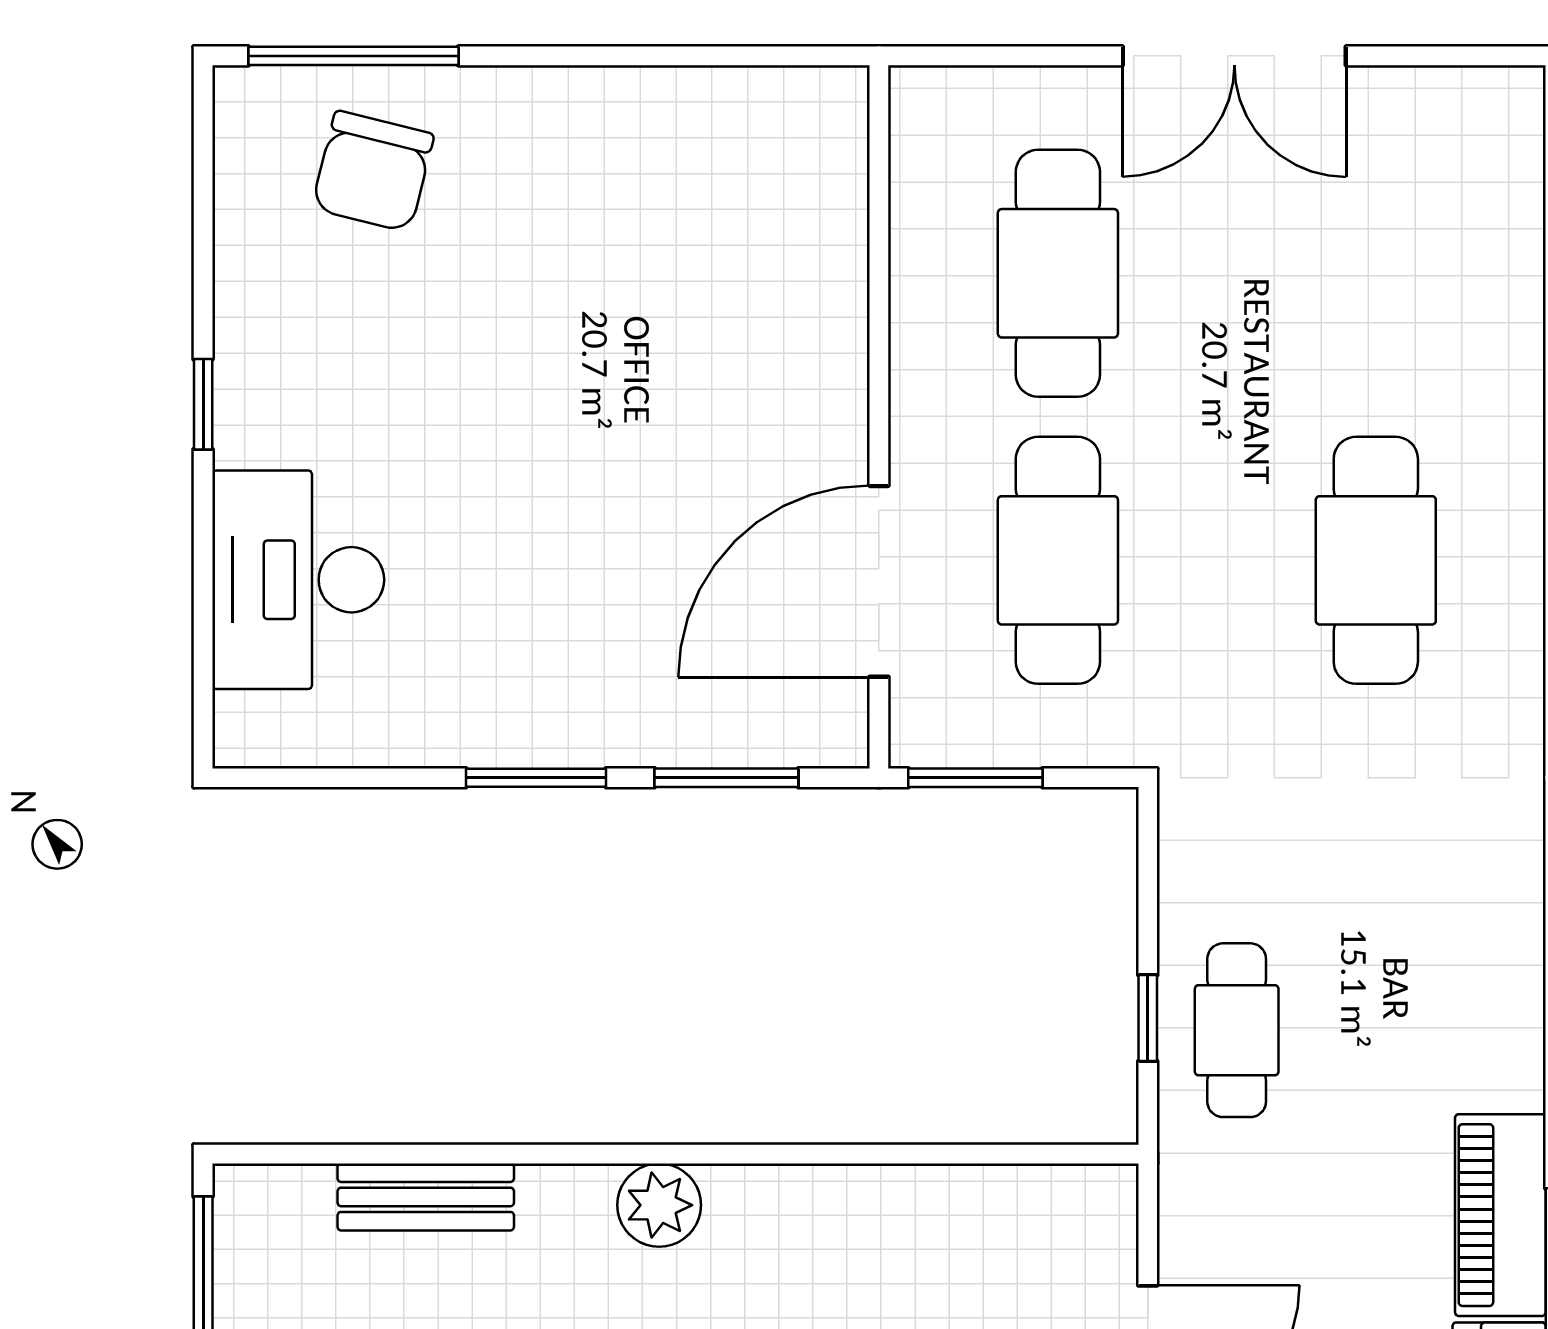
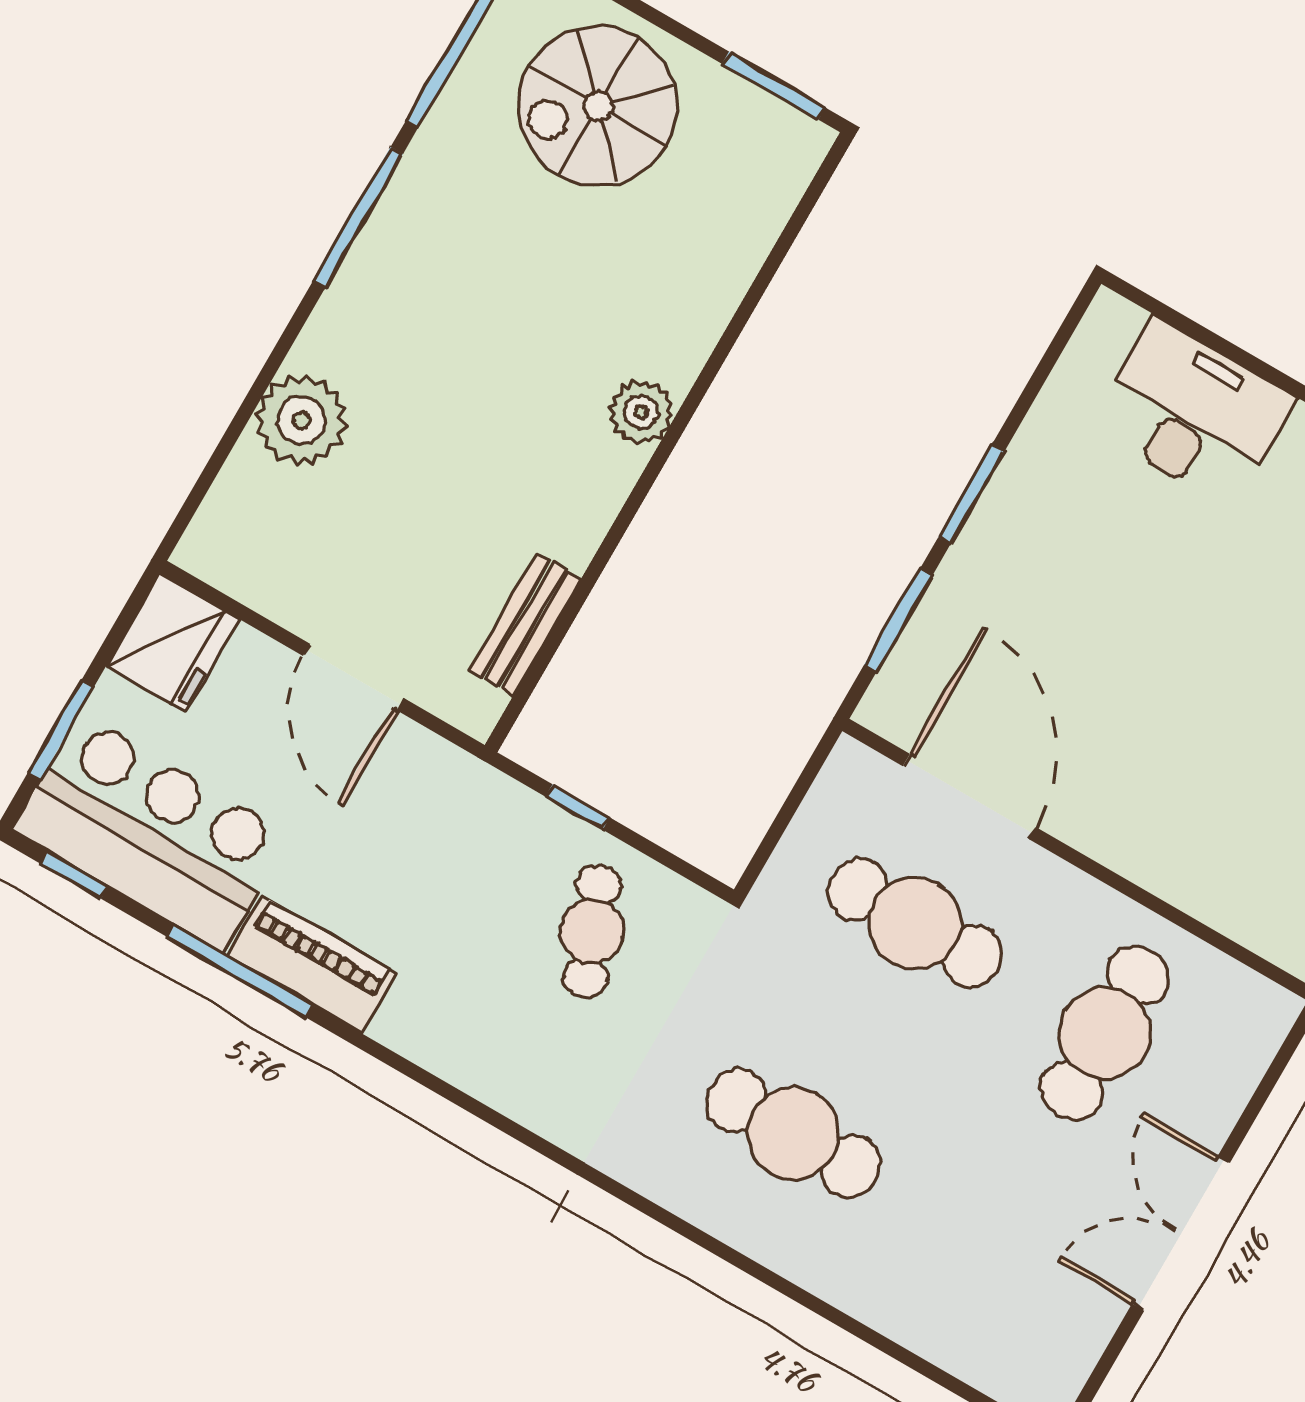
cafe table: (1058, 273) -> (1105, 1033), turned 90
window: (975, 778) -> (803, 785), removed
cafe table: (1237, 1030) -> (592, 931), moved, turned 68
bench: (426, 1197) -> (525, 625), moved

